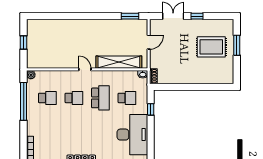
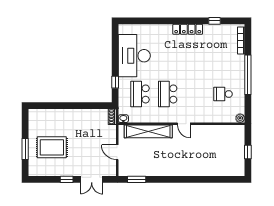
door: (149, 42) -> (117, 152), hinge flipped
school desk: (74, 98) -> (195, 94), removed
school desk: (127, 98) -> (140, 94), width x1.85
window: (24, 101) -> (248, 75), moved

